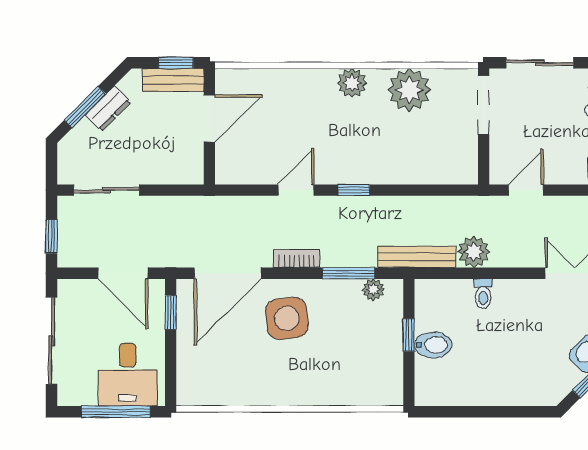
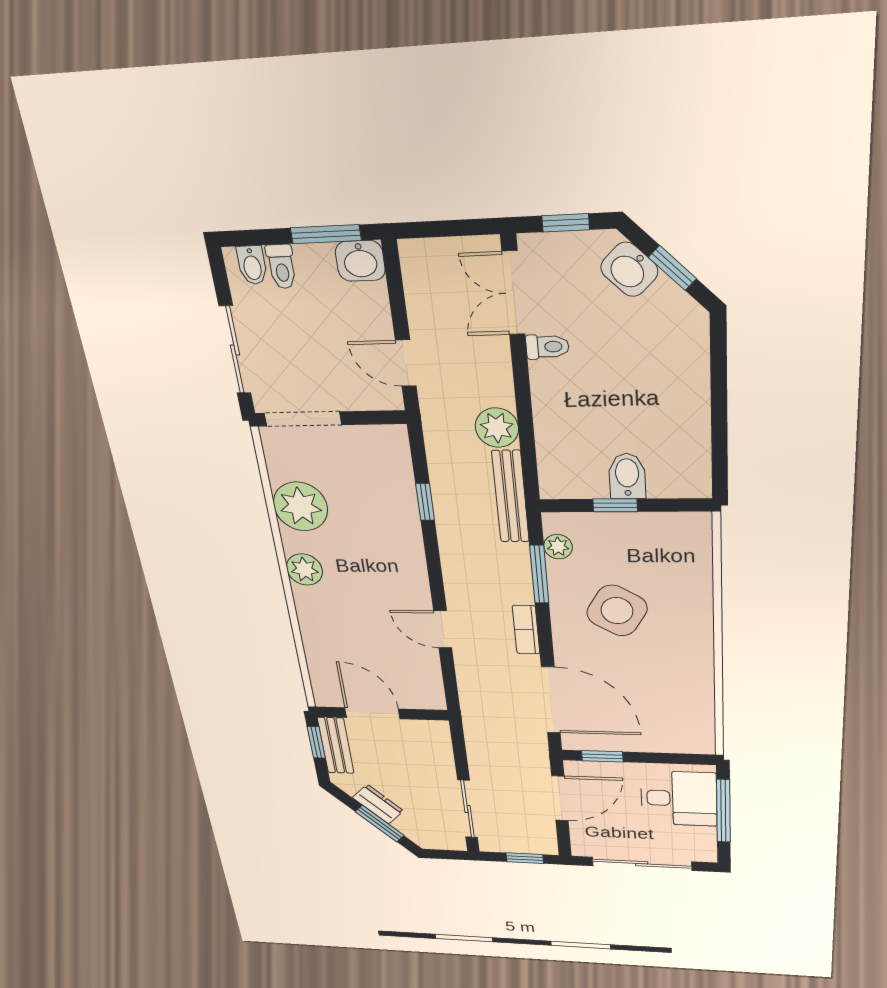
window: (354, 190) -> (425, 502), moved
toilet: (483, 294) -> (547, 347), moved
side table: (287, 318) -> (617, 611), moved, turned 38

